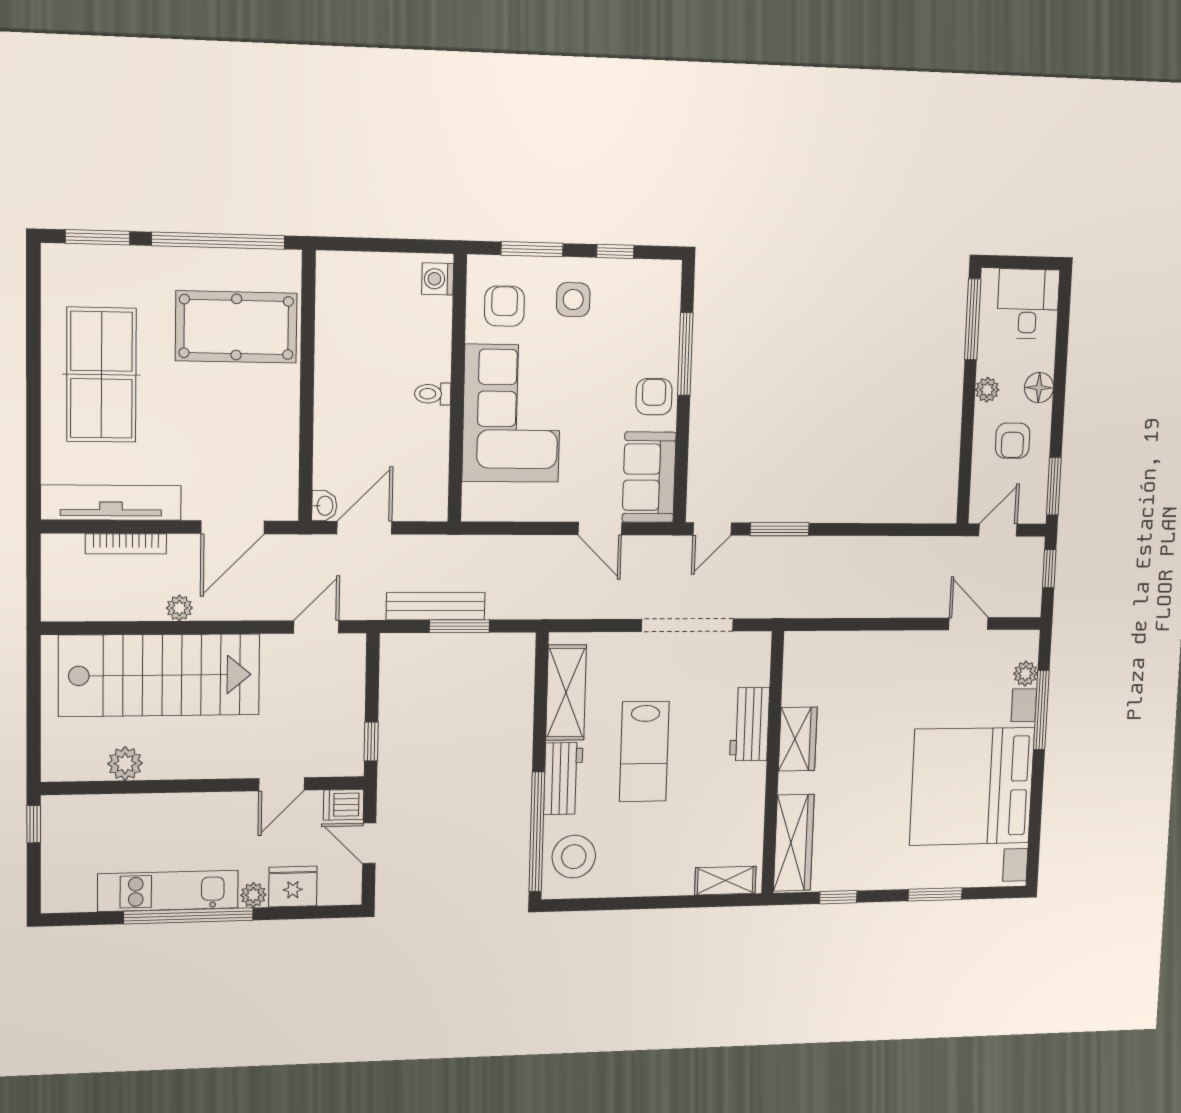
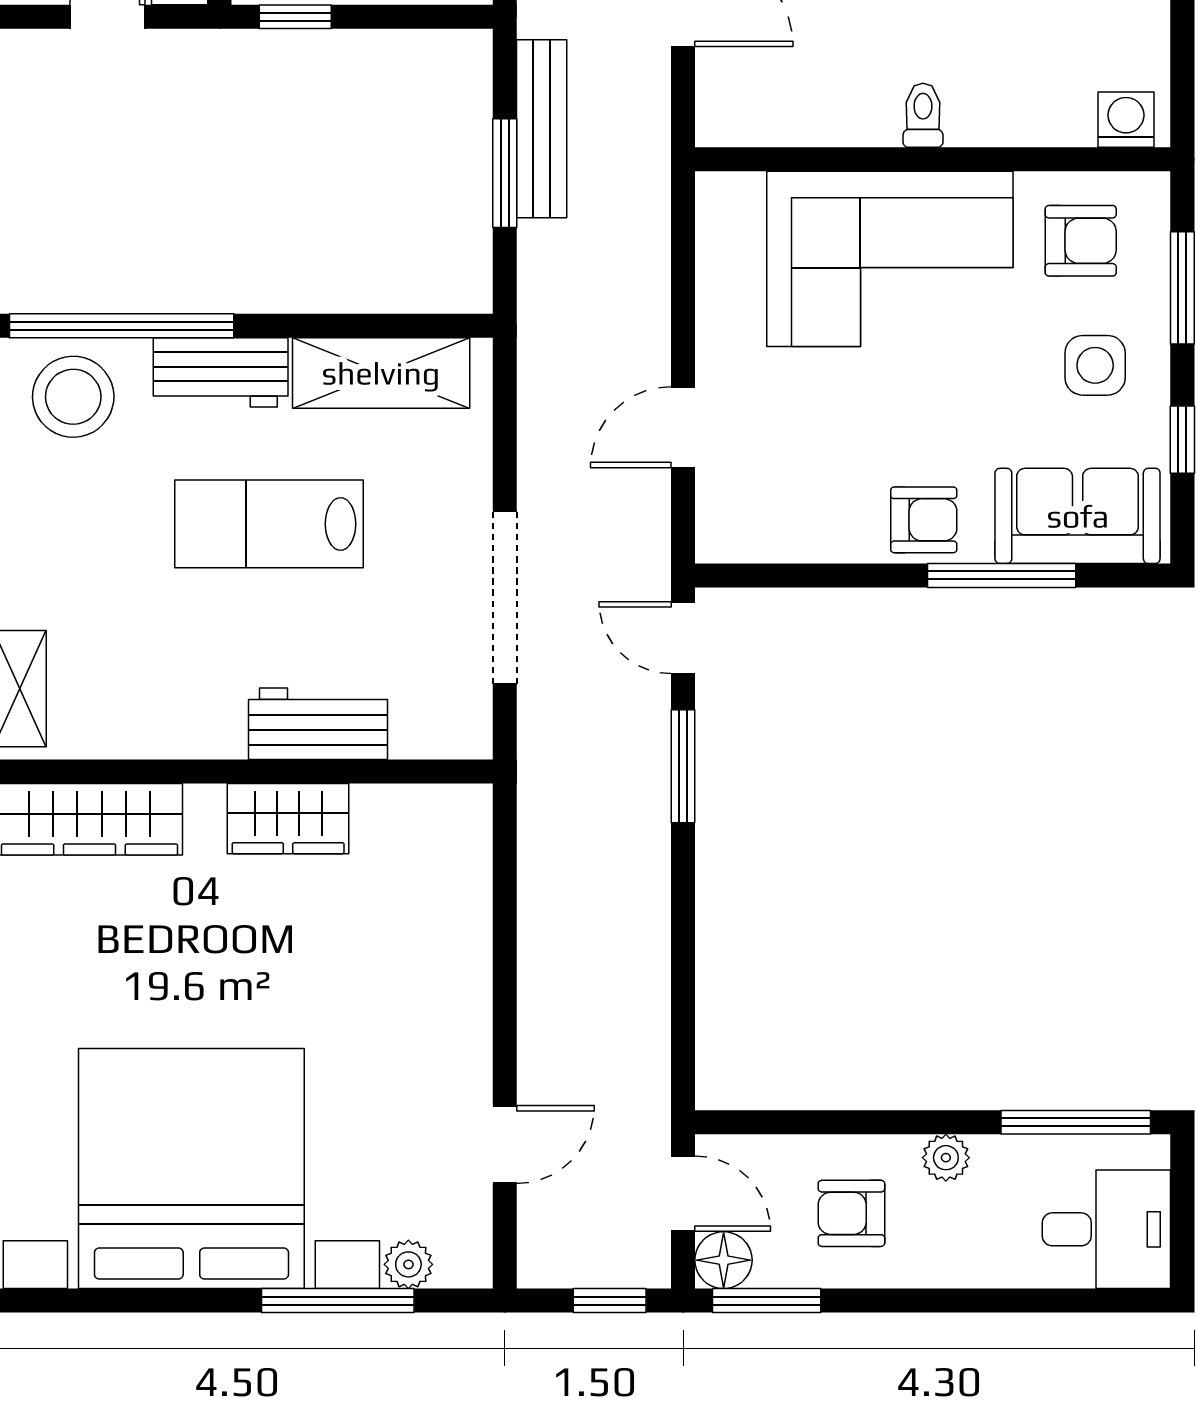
floor lamp: (1039, 388) -> (724, 1260), moved
sofa: (649, 477) -> (1078, 516), moved

